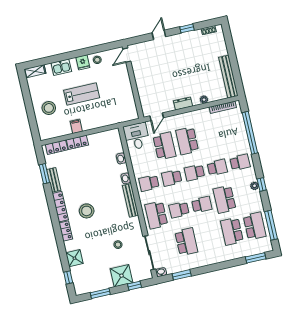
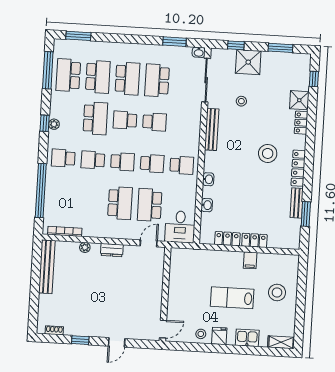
locker: (57, 147) -> (227, 239), moved
bench: (130, 200) -> (212, 129), moved
school desk: (156, 215) -> (127, 79), moved
locker: (66, 231) -> (301, 123), moved

